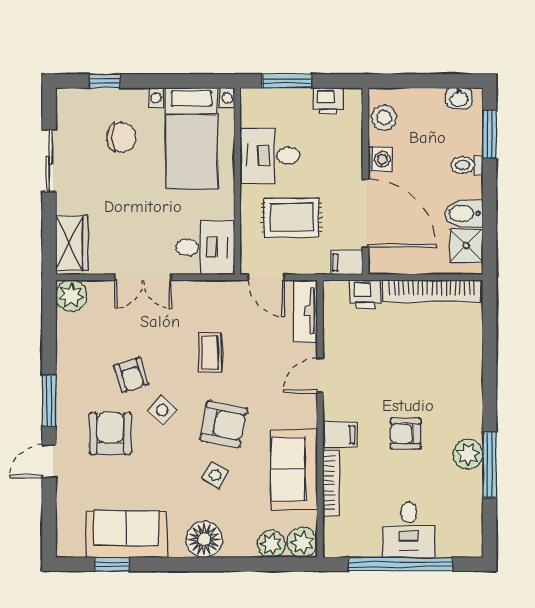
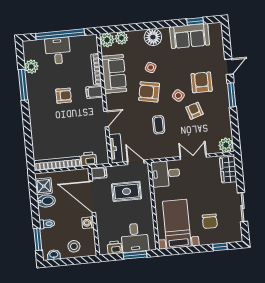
stool: (384, 118) -> (74, 246), moved
chair: (121, 137) -> (210, 221), turned -90
desk: (270, 156) -> (135, 238), moved, turned 90
armchair: (110, 433) -> (202, 82), turned 180
plant: (468, 454) -> (31, 67), moved

